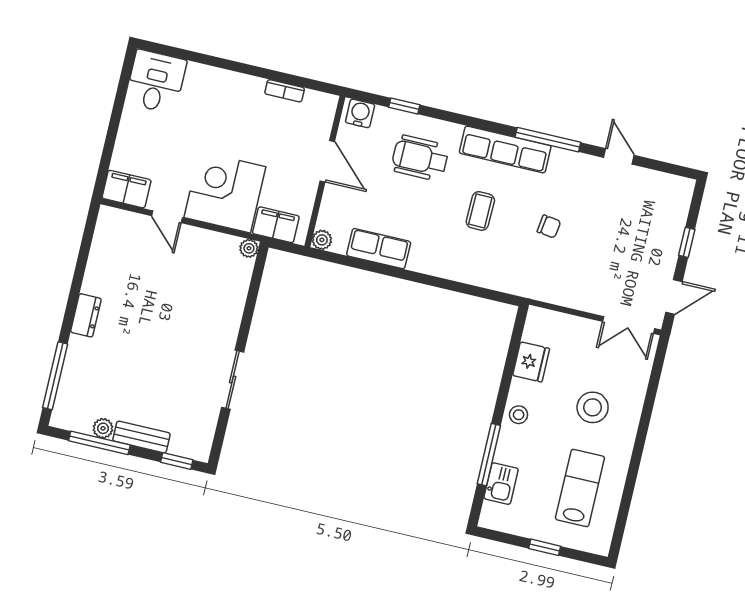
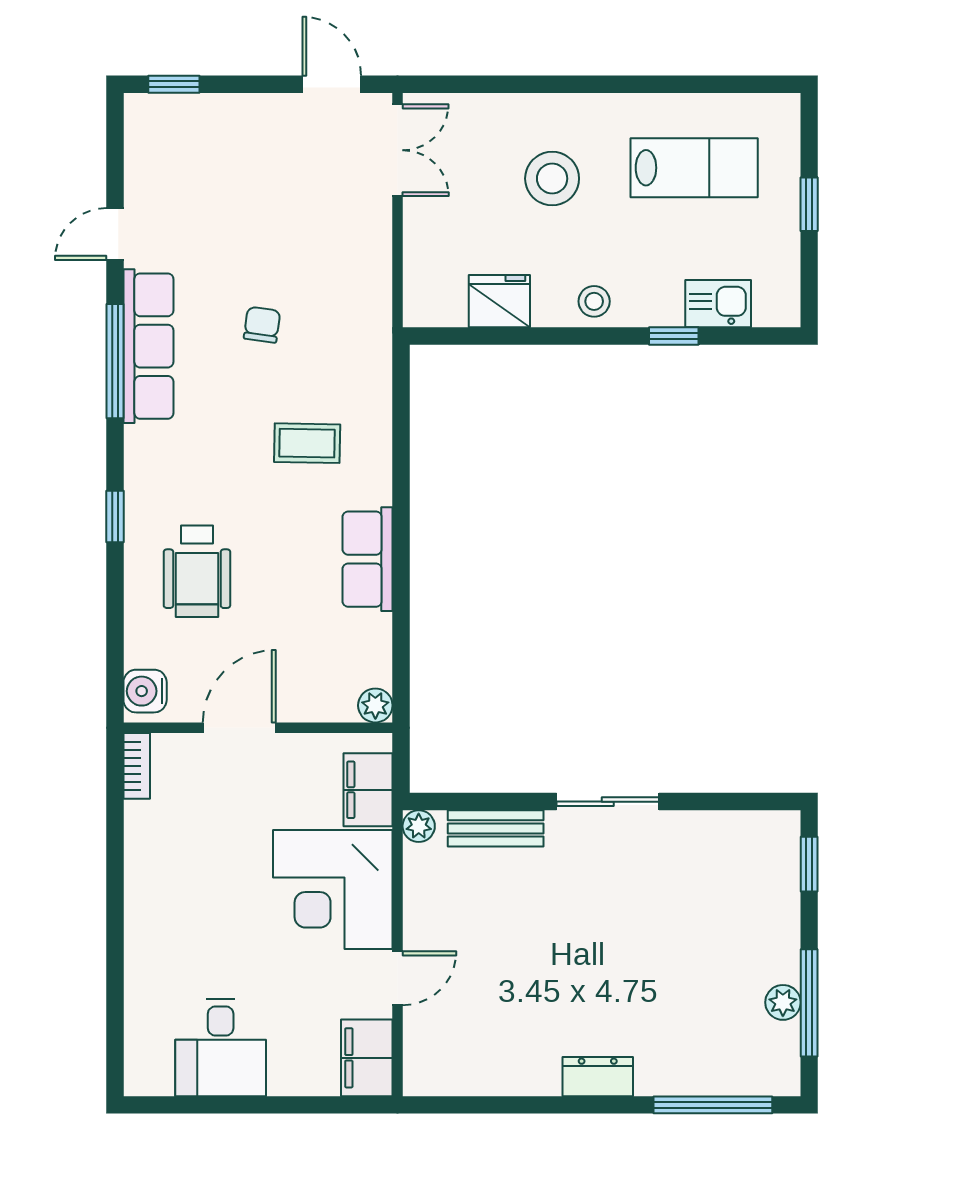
desk: (156, 82) -> (221, 1047), moved, turned -90
bookcase: (285, 91) -> (137, 766), moved
window: (404, 106) -> (115, 517), moved
row of seats: (505, 149) -> (148, 346), moved
coffee table: (480, 211) -> (307, 443), moved
window: (687, 242) -> (174, 84), moved
row of seats: (379, 249) -> (368, 559), moved
sliding door: (233, 380) -> (608, 802), moved
bench: (141, 437) -> (496, 828), moved, turned 90
window: (489, 455) -> (674, 336), width x0.46
lab bench: (580, 488) -> (694, 168), turned 180

